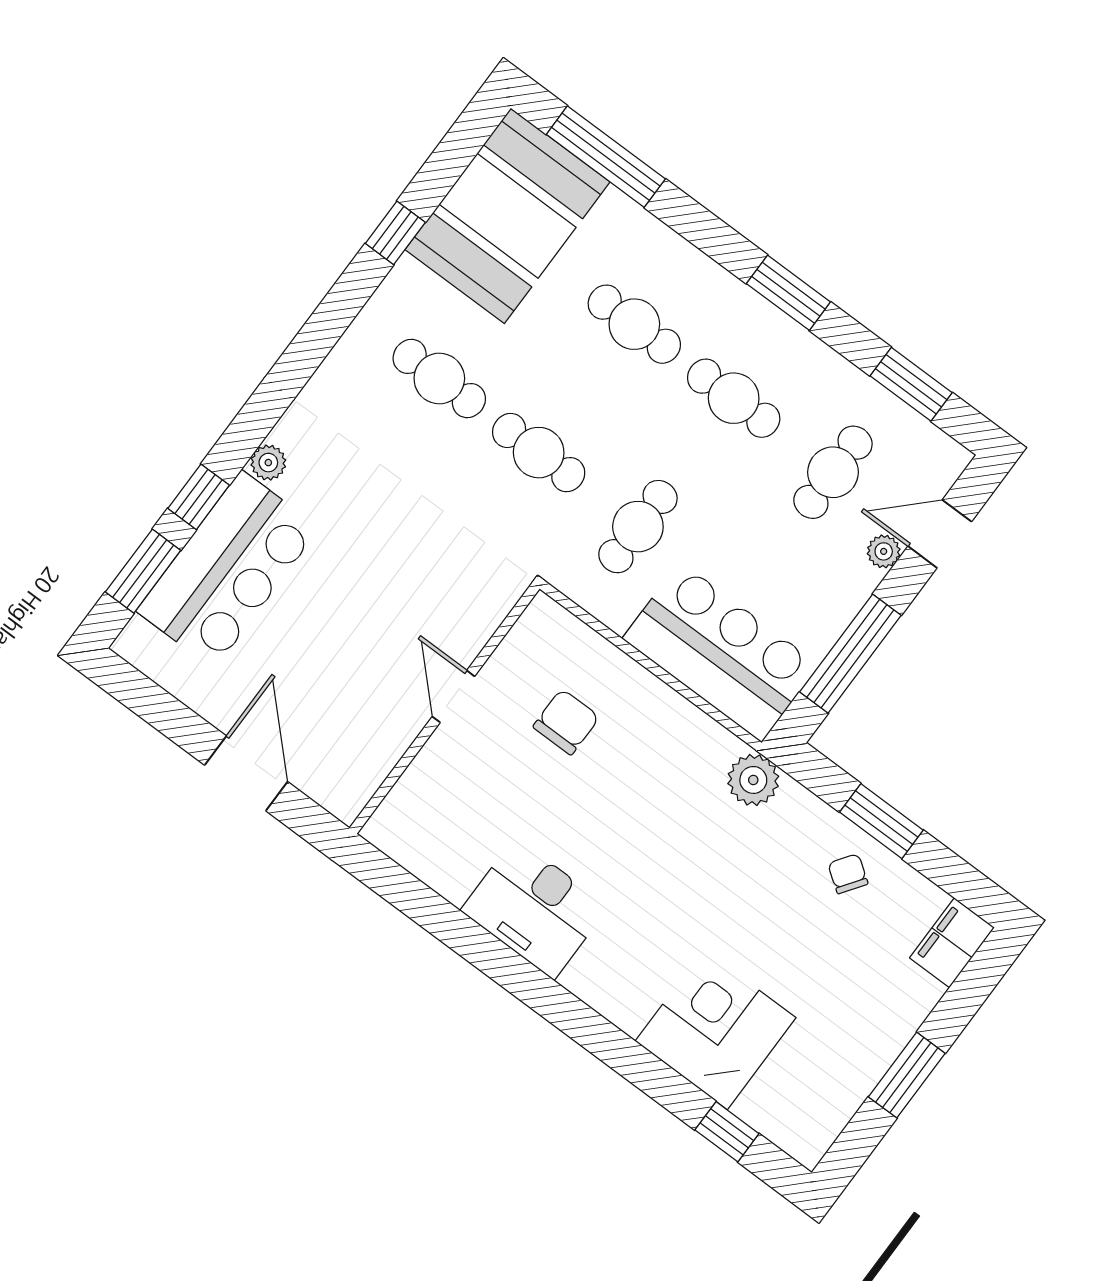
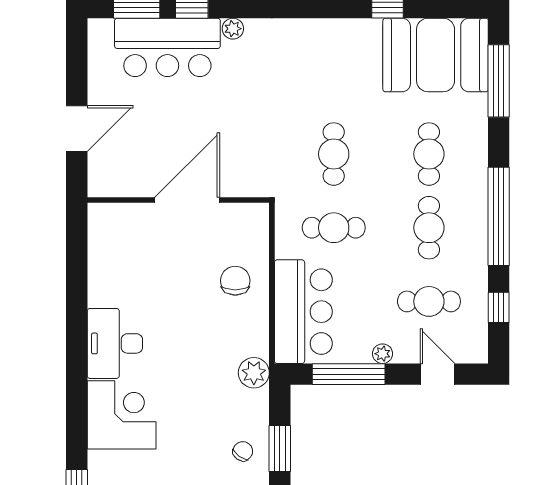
window: (788, 293) -> (499, 216), width x2.11
cafe table: (439, 378) -> (334, 80), removed
window: (911, 384) -> (499, 307), width x0.67
plant: (884, 551) -> (383, 354), moved
door: (453, 696) -> (187, 200), width x1.87
chair: (566, 722) -> (235, 281), moved, turned -90
desk: (535, 908) -> (115, 343), moved
corner desk: (716, 1029) -> (122, 415), moved

